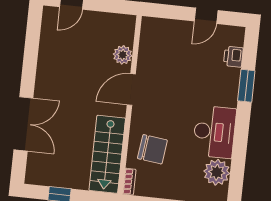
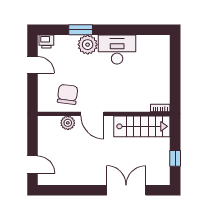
printer: (233, 57) -> (46, 41), moved
chair: (152, 149) -> (68, 94), moved
plant: (217, 172) -> (88, 45), moved

